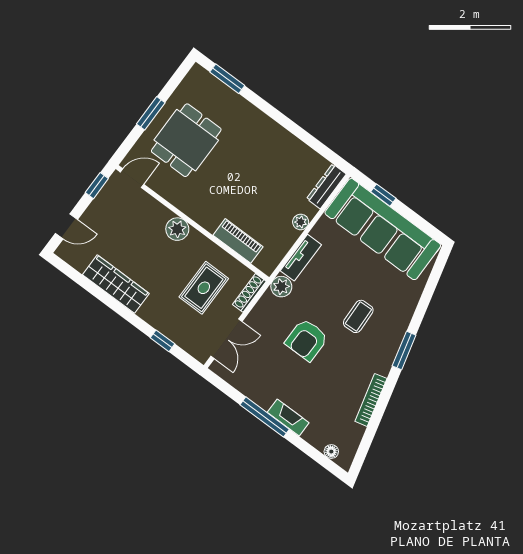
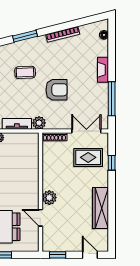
door: (132, 178) -> (40, 218), moved
piano: (238, 241) -> (32, 162), removed
rug: (204, 288) -> (88, 157), moved
window: (265, 417) -> (112, 99), moved

